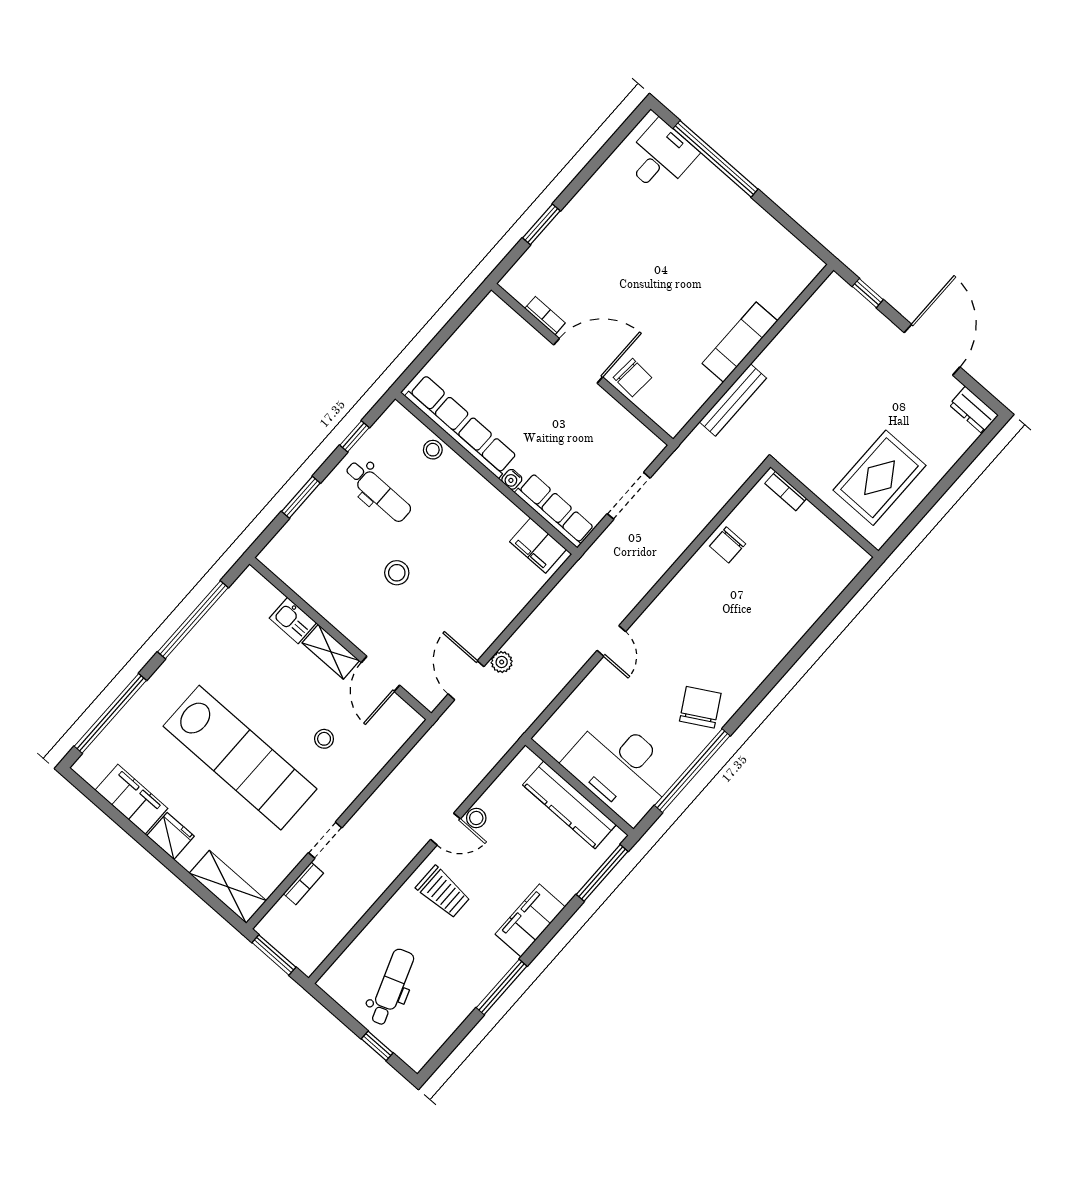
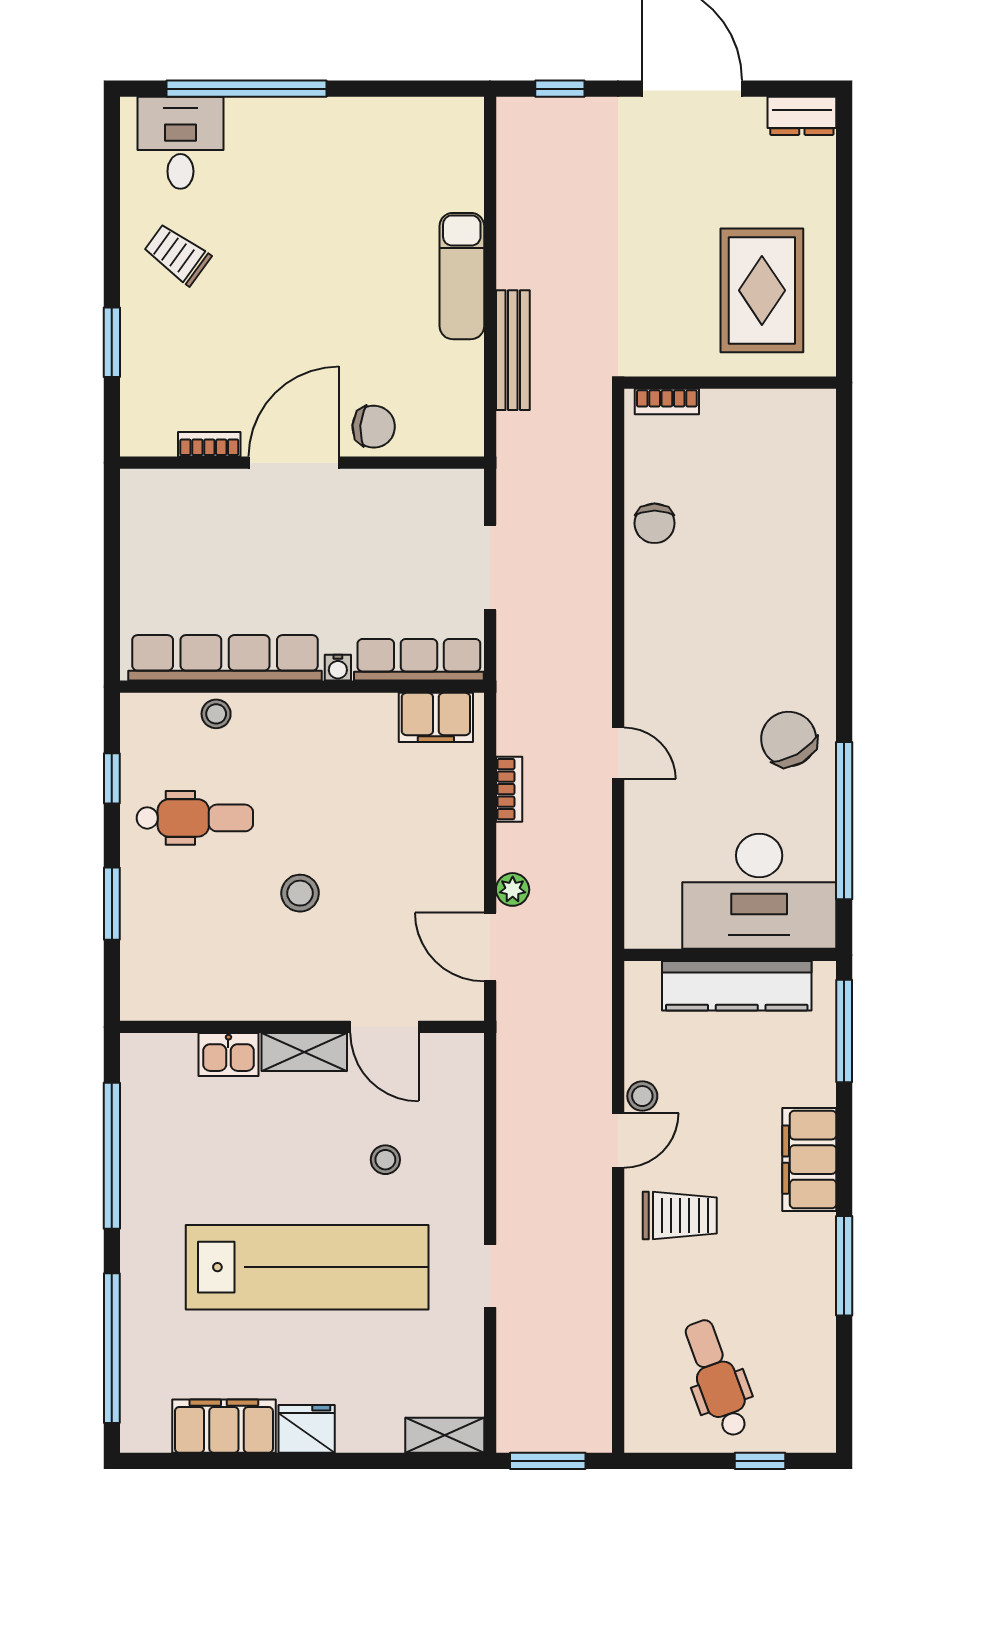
trolley: (611, 210) -> (177, 254), added
bookcase: (303, 883) -> (509, 789), moved
shelving: (228, 887) -> (445, 1435), width x0.67, depth x0.75

